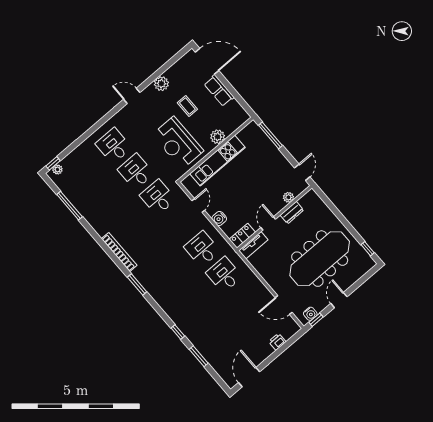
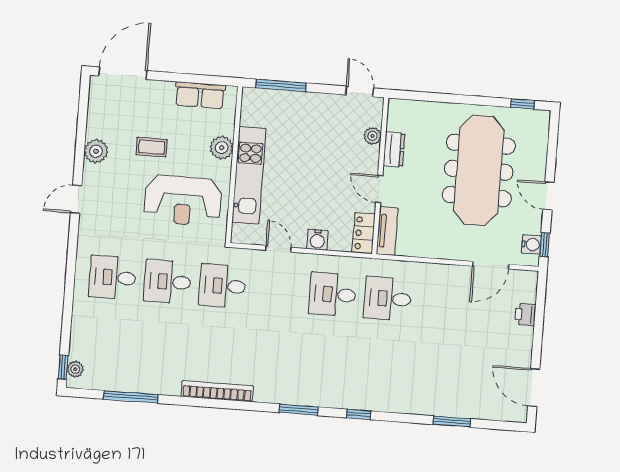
row of seats: (219, 91) -> (200, 95), moved
bookcase: (119, 252) -> (217, 391), moved
window: (178, 332) -> (358, 414), moved

